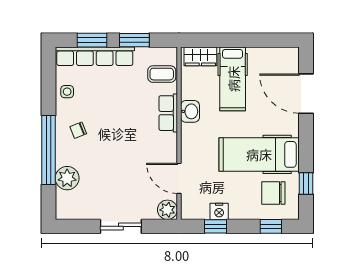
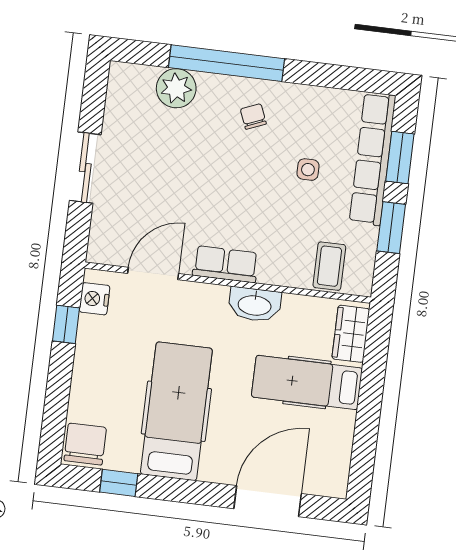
side table: (67, 92) -> (308, 170), moved
washbasin: (190, 111) -> (255, 305), width x1.38
row of seats: (168, 113) -> (225, 264), moved
chair: (273, 193) -> (85, 444), moved
plant: (167, 210) -> (103, 248), removed
nightstand: (219, 211) -> (94, 299), moved
window: (271, 226) -> (55, 416), removed

